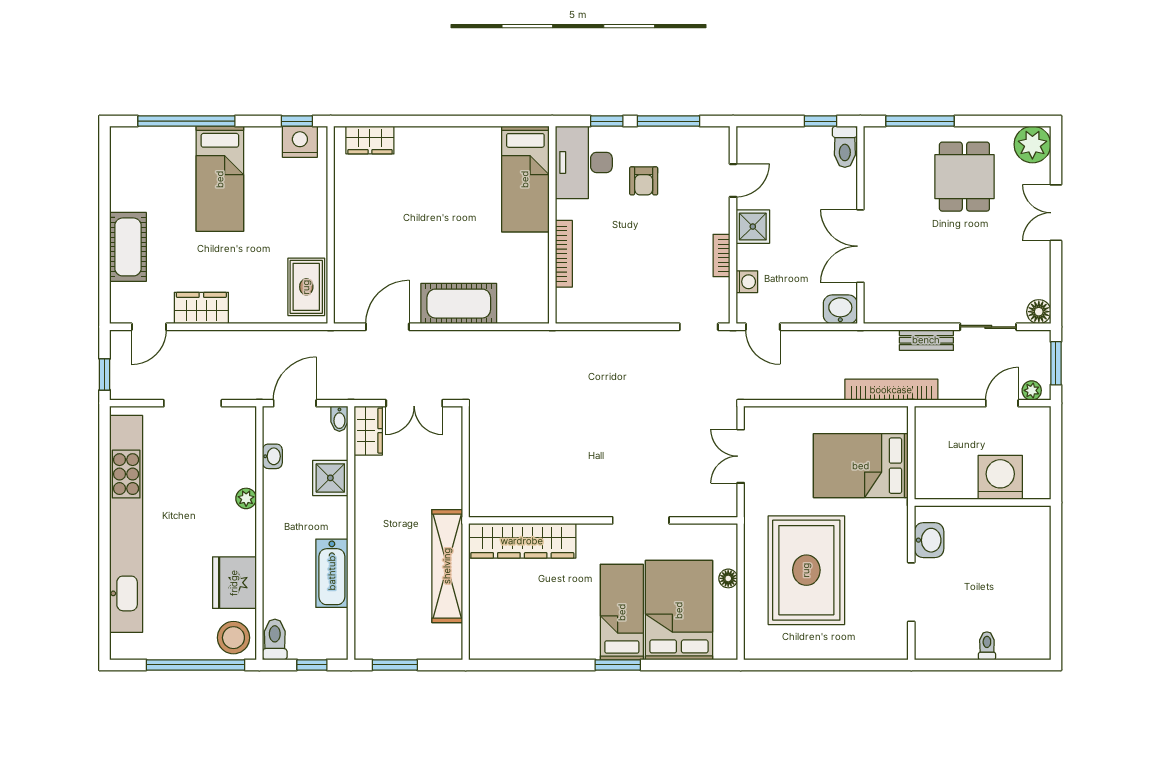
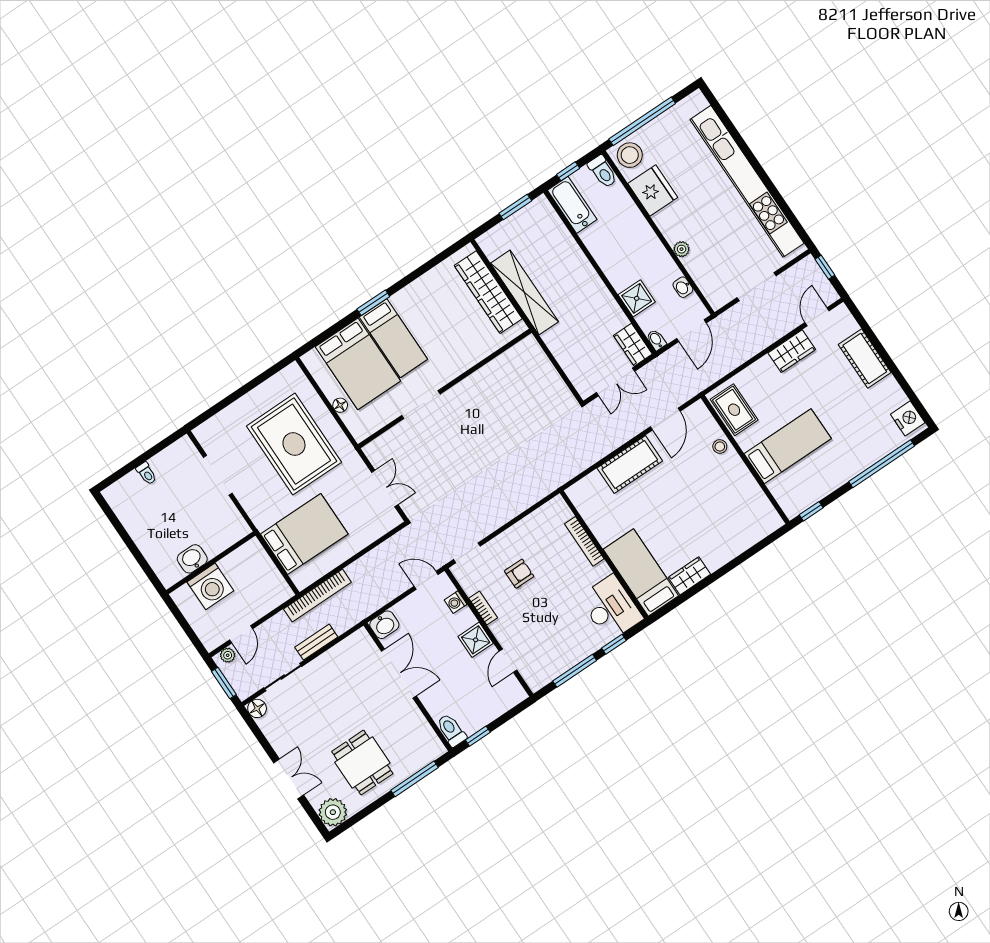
wardrobe: (370, 140) -> (689, 576), moved
nightstand: (300, 142) -> (908, 418), moved, turned -90
bed: (220, 179) -> (788, 446), moved, turned 90
armchair: (644, 181) -> (519, 574), moved, turned 90
stool: (348, 258) -> (720, 446), added
double door: (414, 403) -> (615, 382), swing flipped
washbasin: (929, 540) -> (192, 559), moved, turned 90
wardrobe: (522, 541) -> (488, 292), moved, turned -90
bathtub: (332, 573) -> (572, 205), moved

